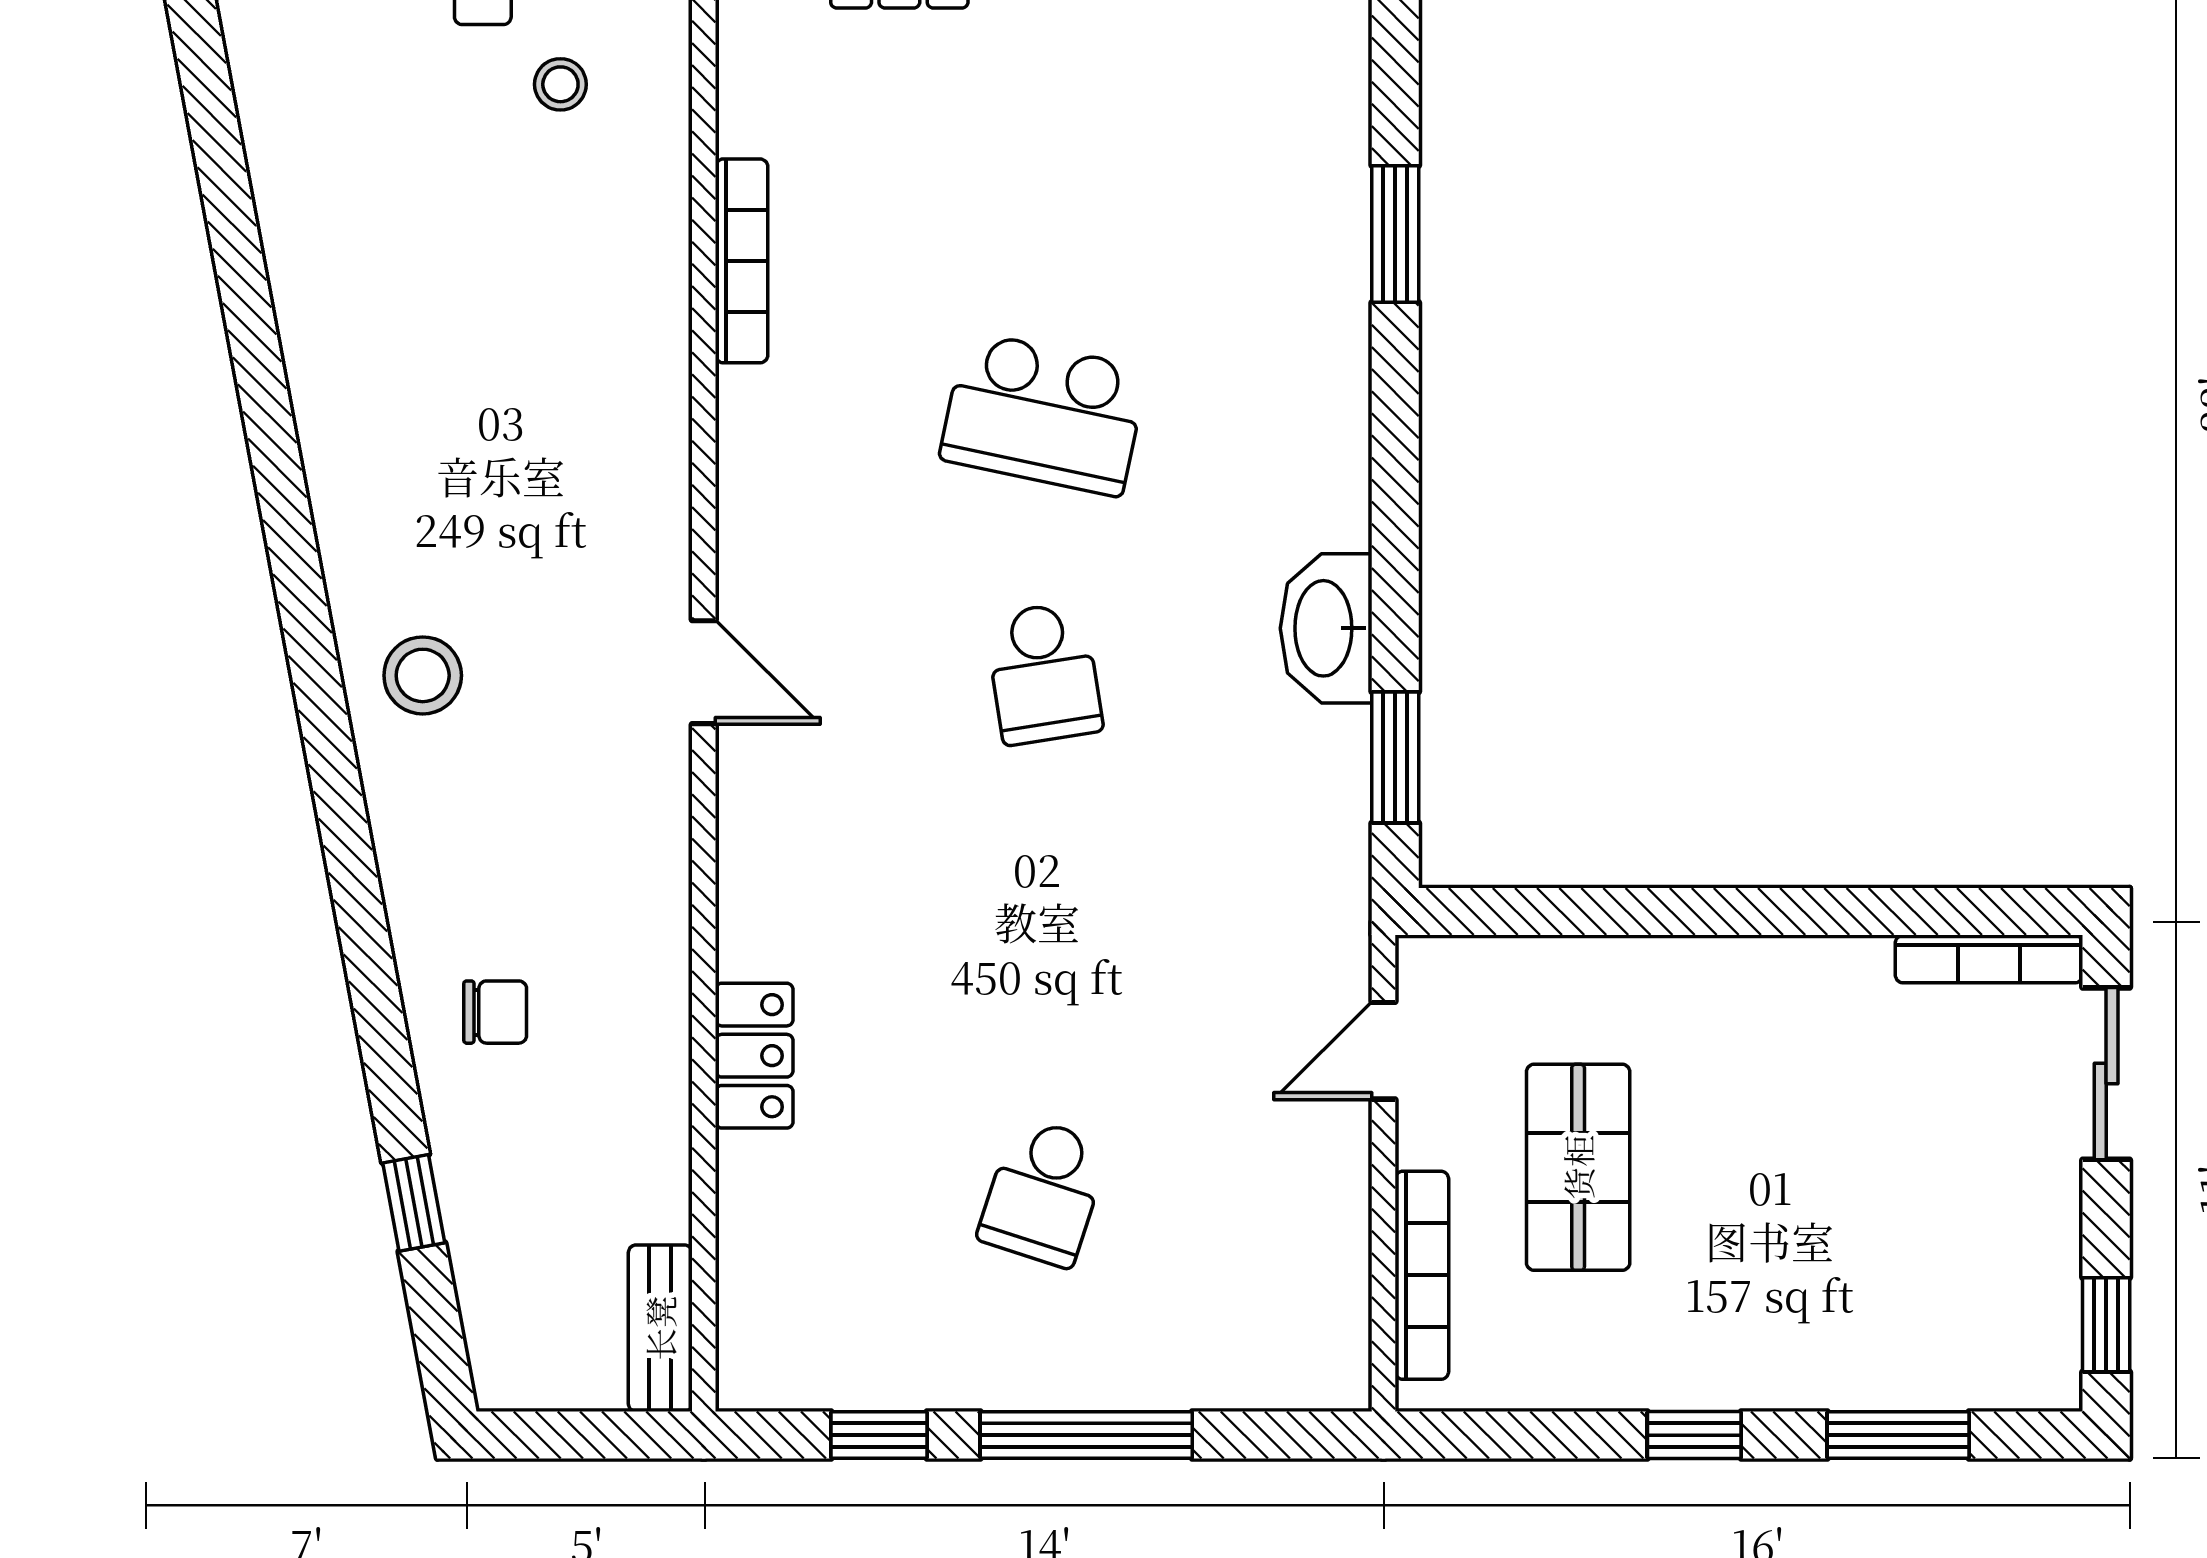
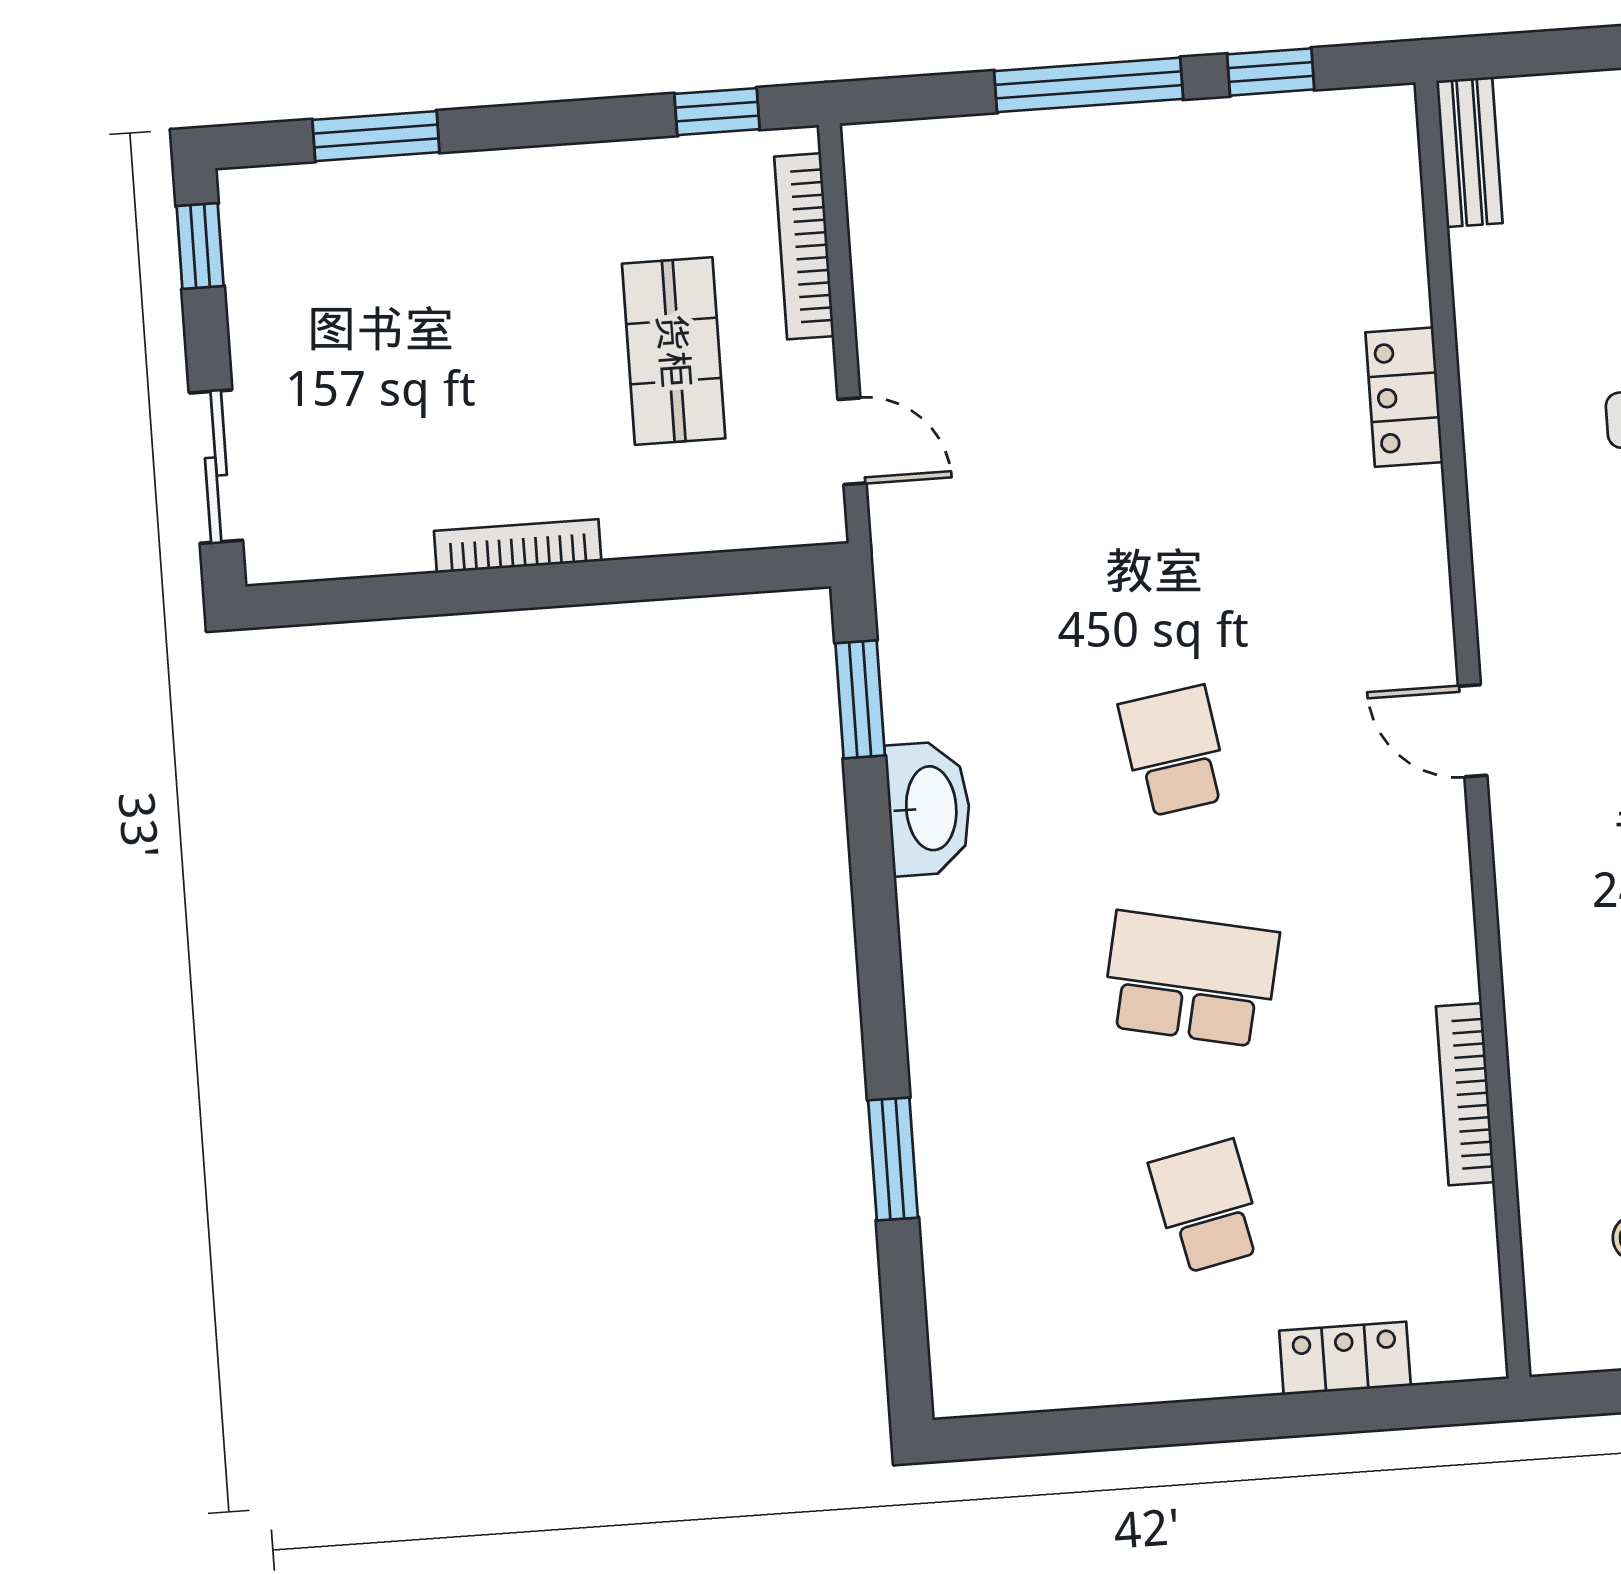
bookcase: (1989, 959) -> (518, 546), moved
door: (1383, 1051) -> (852, 441), hinge flipped
school desk: (1044, 1192) -> (1207, 1207), moved, turned -30
window: (1694, 1435) -> (717, 112), moved

